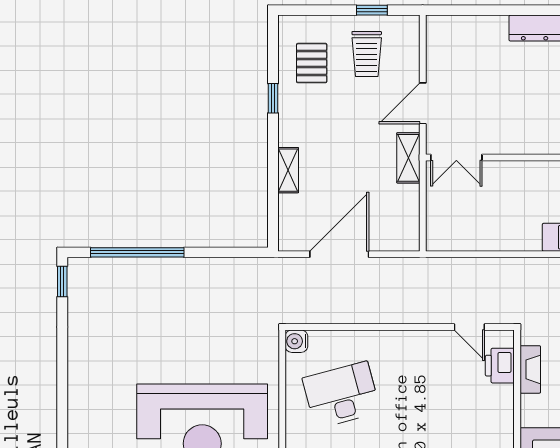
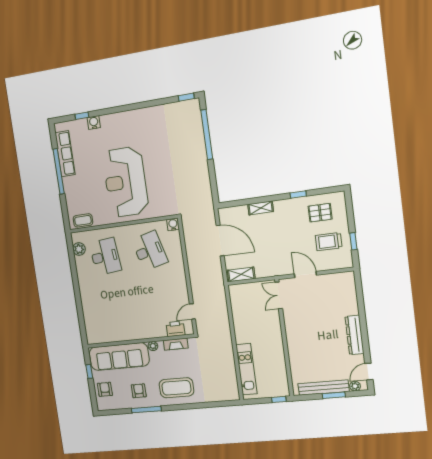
shelving: (408, 158) -> (241, 274), moved
plant: (530, 416) -> (153, 346), added

